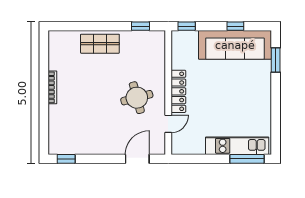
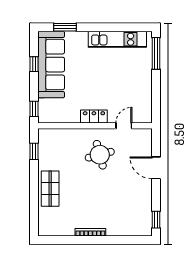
locker: (178, 91) -> (94, 117), width x0.66
door: (168, 124) -> (124, 126), hinge flipped
kitchen unit: (237, 146) -> (117, 39), moved, turned -90
door: (137, 159) -> (156, 168), moved

